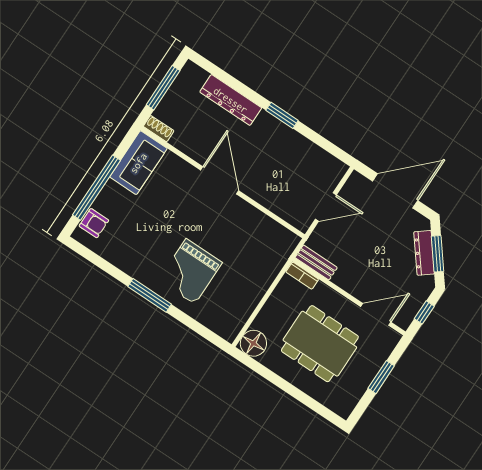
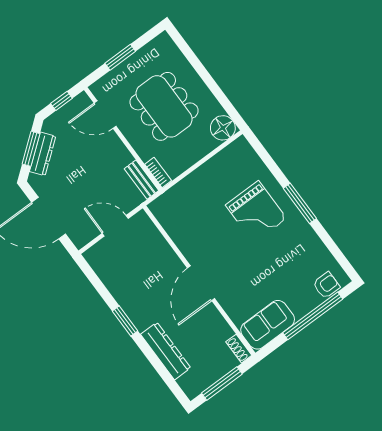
armchair: (94, 223) -> (326, 285), turned 90
grand piano: (190, 271) -> (256, 212), turned 90

